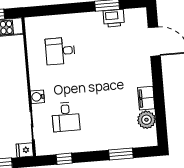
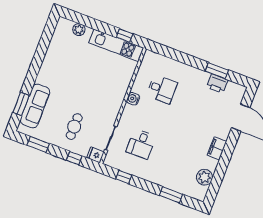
desk: (60, 51) -> (162, 89), turned 180
water cooler: (37, 97) -> (133, 99), moved
filing cabinet: (146, 98) -> (217, 148), moved

